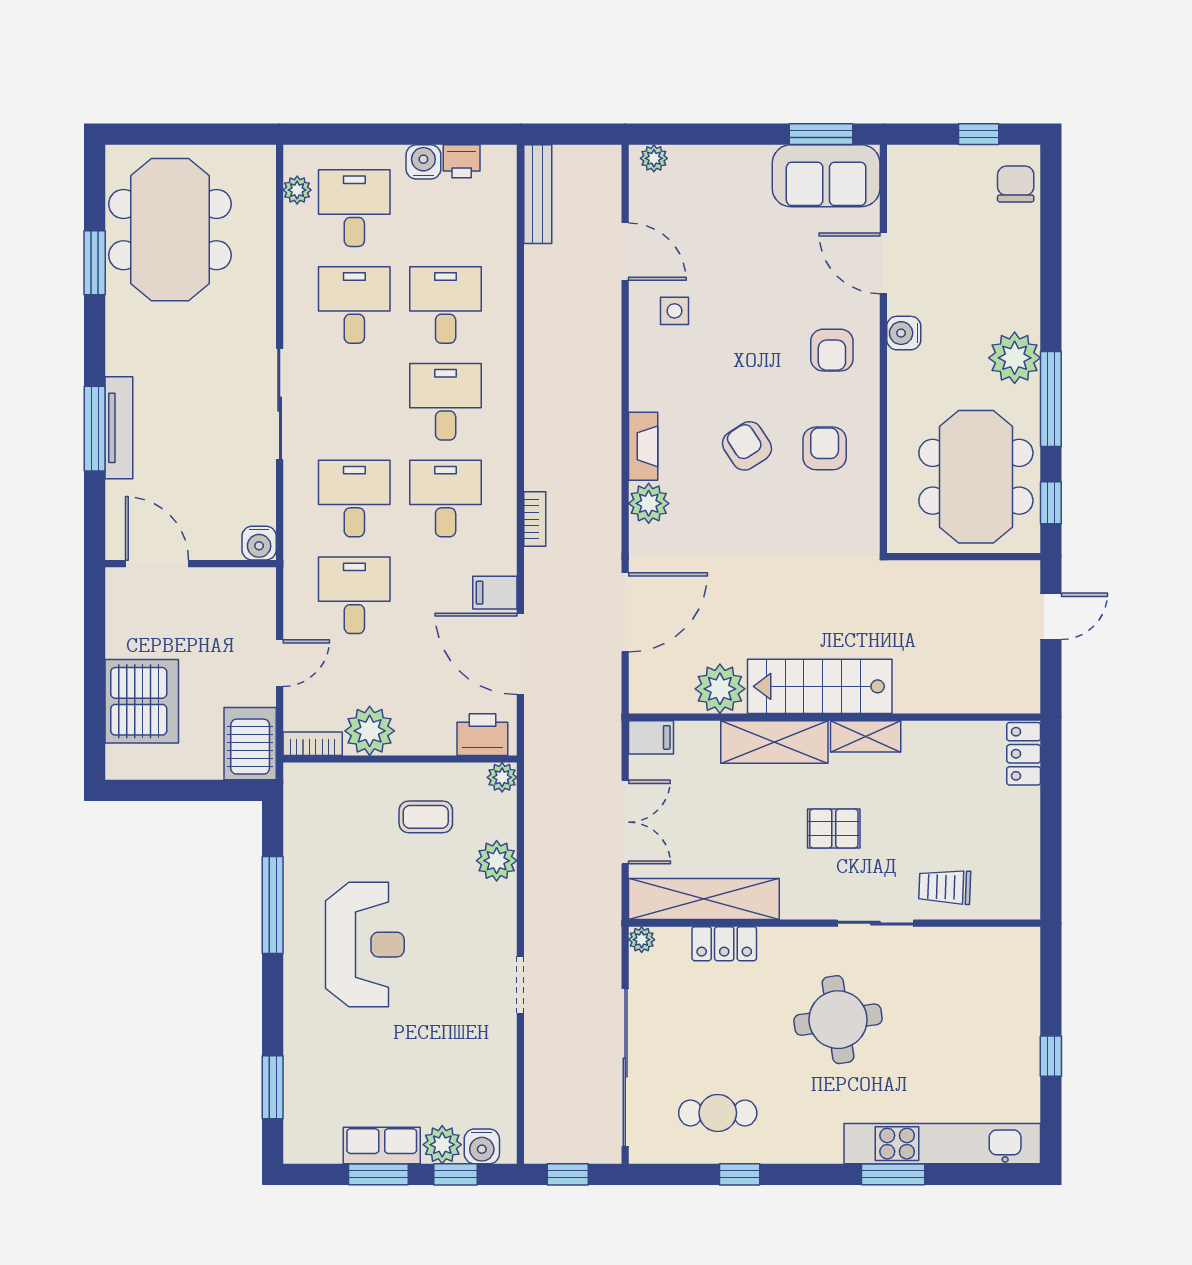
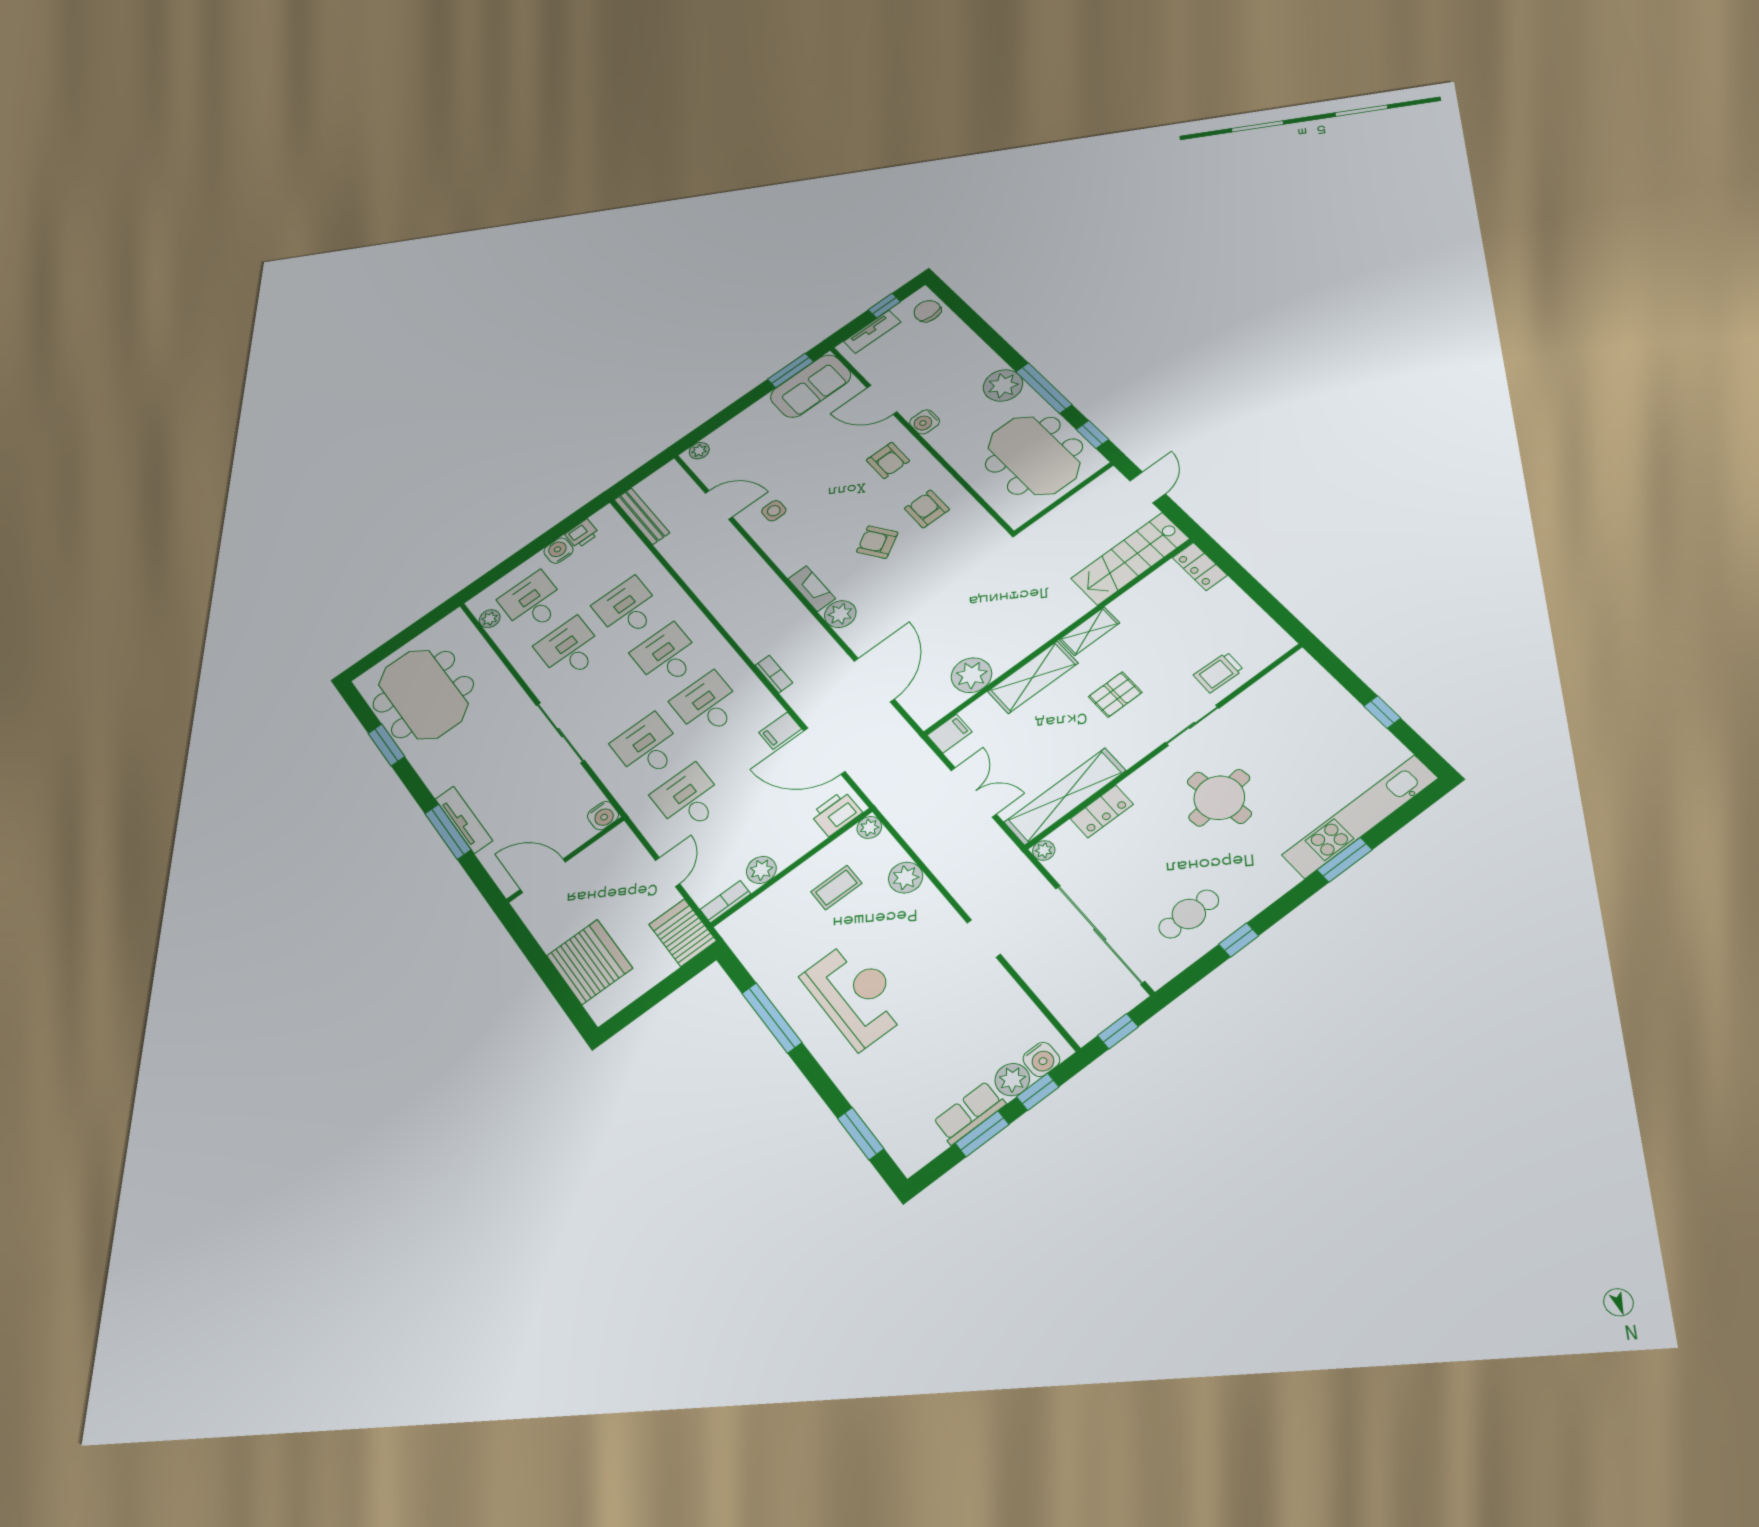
tv unit: (940, 159) -> (872, 332), added
stairs: (820, 686) -> (1130, 559), moved
plant: (370, 731) -> (761, 870), width x0.73, depth x0.73

